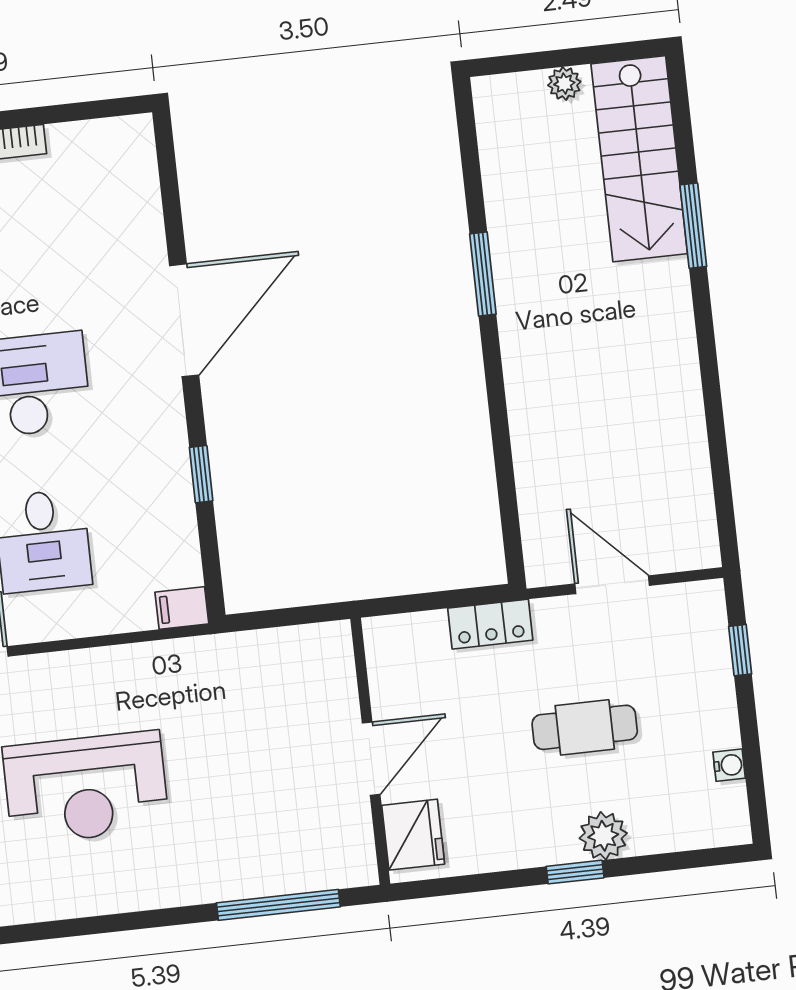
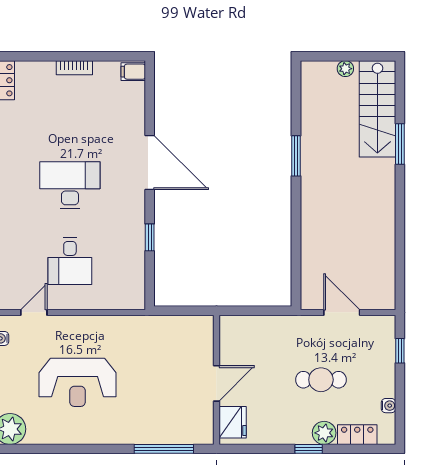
door: (184, 320) -> (150, 162), hinge flipped
filing cabinet: (182, 608) -> (133, 72), moved
locker: (490, 624) -> (357, 435), moved, turned 180

